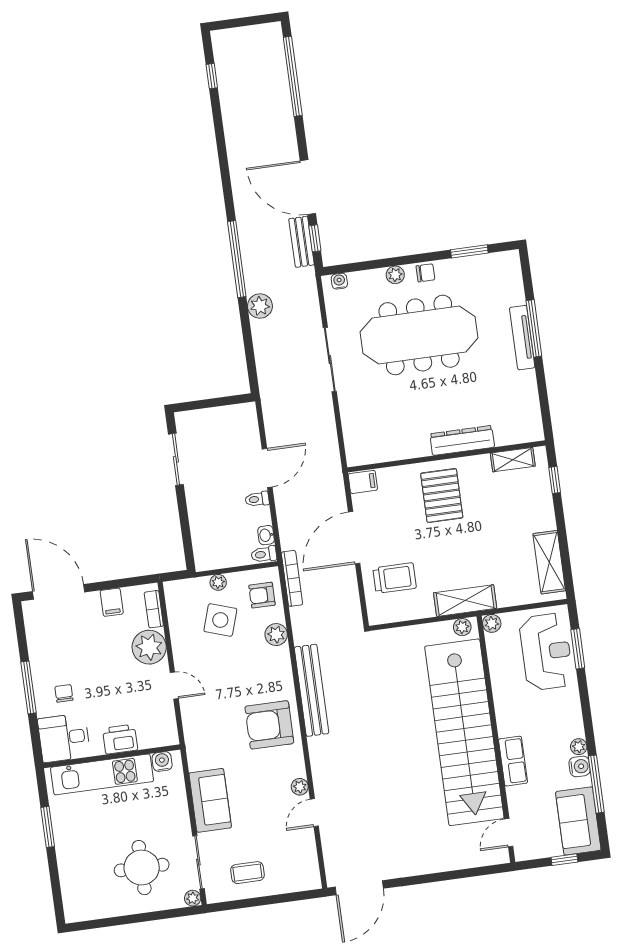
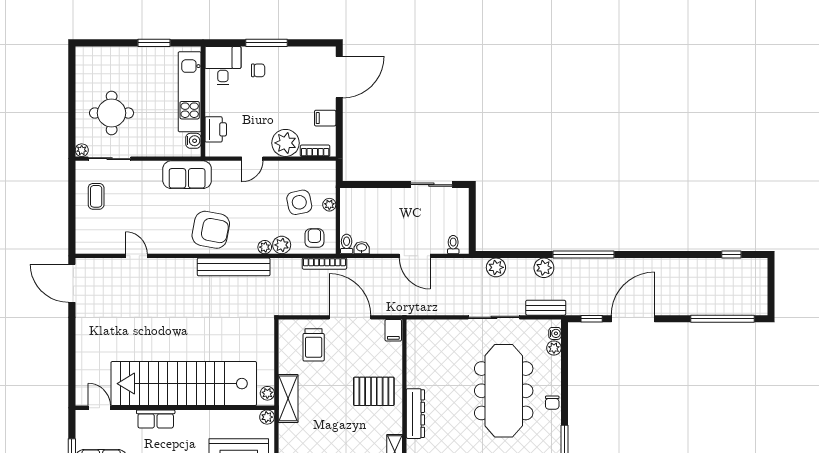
bench: (301, 242) -> (546, 308), moved
plant: (395, 275) -> (554, 348), moved
plant: (268, 365) -> (496, 267), added
toilet: (257, 499) -> (453, 245), moved
side table: (220, 620) -> (299, 202), turned -30
armchair: (269, 725) -> (211, 230), turned 101
printer: (120, 739) -> (216, 129), moved
plant: (300, 787) -> (265, 247), moved
sofa: (210, 800) -> (187, 175), moved

